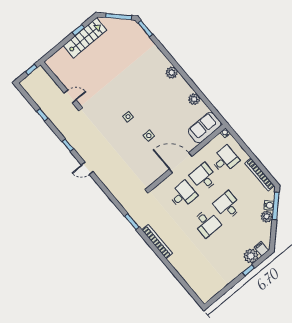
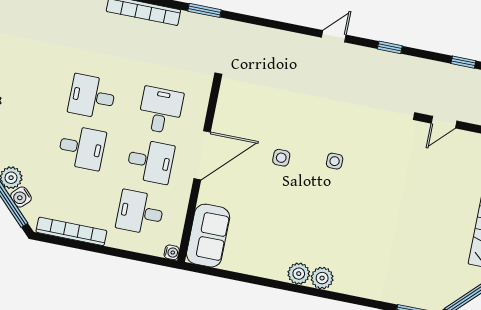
plant: (194, 99) -> (299, 274), moved
desk: (225, 160) -> (140, 212), turned 90
desk: (183, 195) -> (161, 110), turned 180

